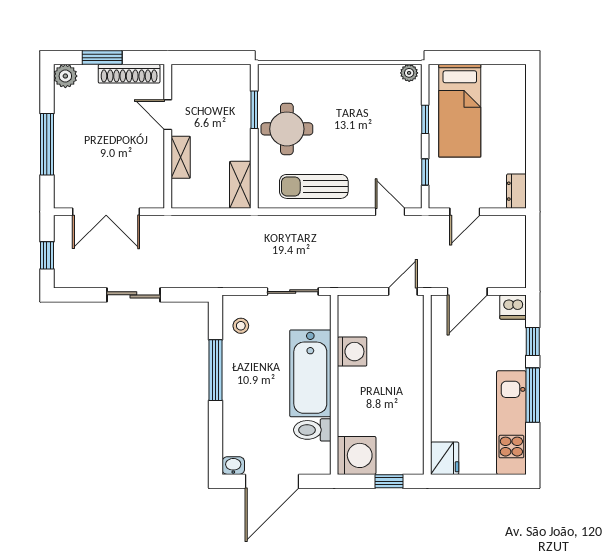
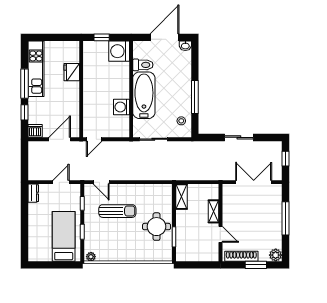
sun lounger: (314, 186) -> (117, 211), moved
fridge: (445, 458) -> (72, 72), moved

